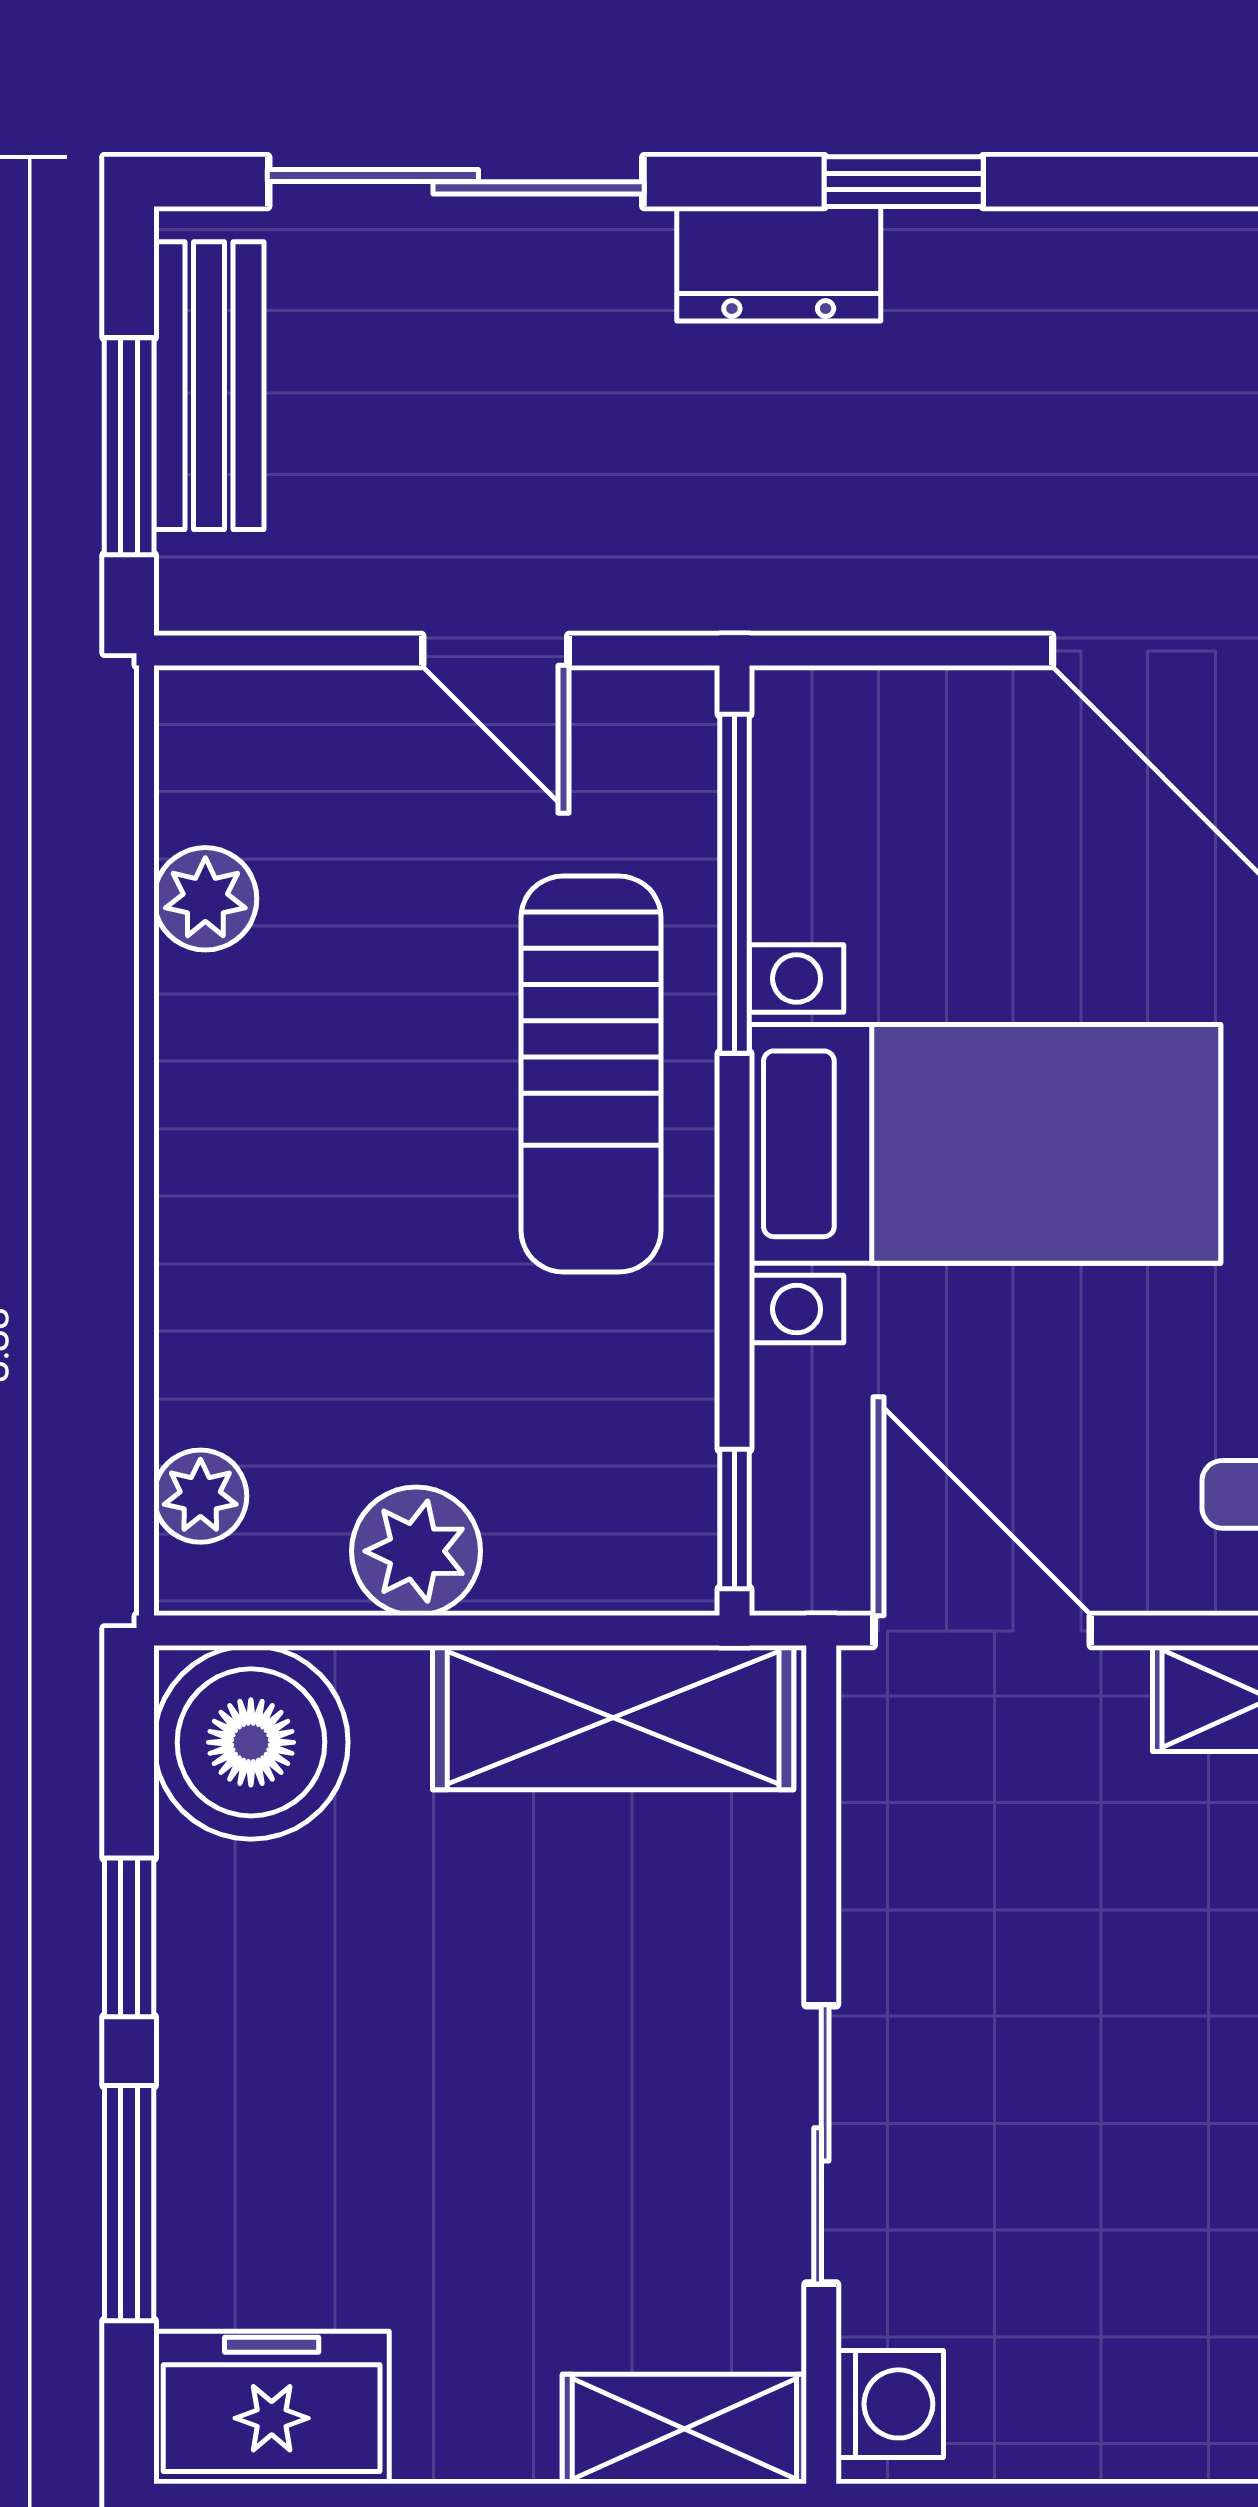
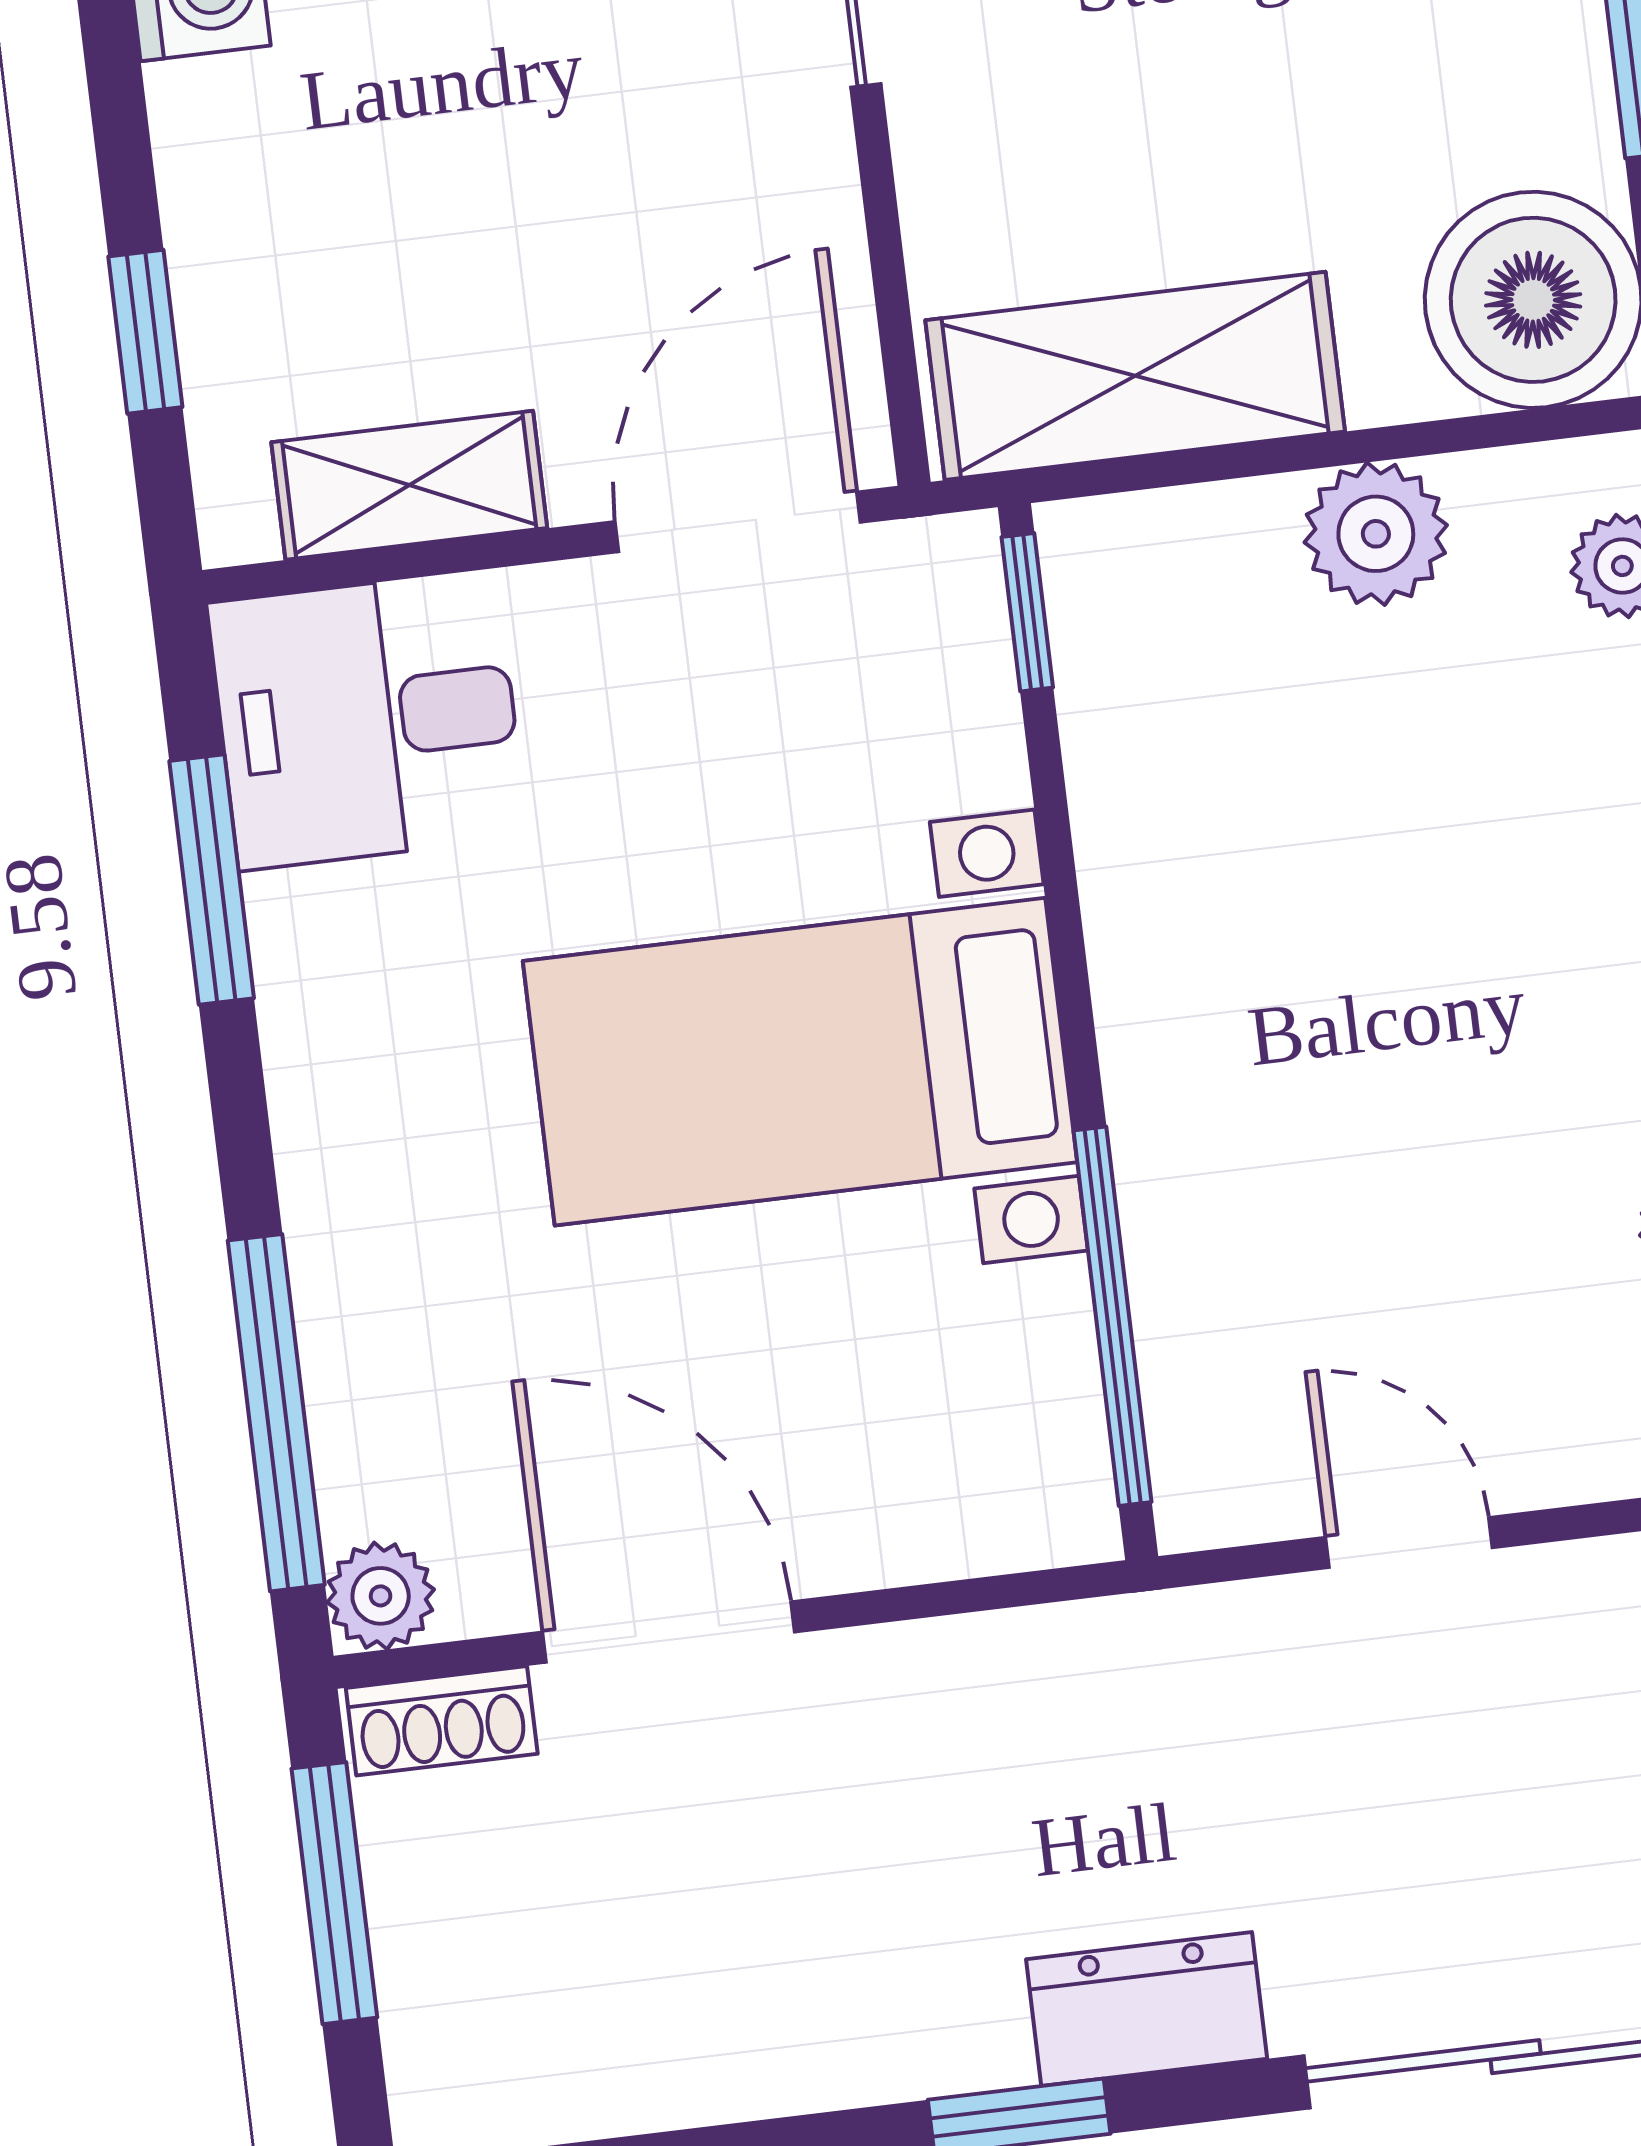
sun lounger: (591, 1074) -> (1246, 1086), removed
door: (982, 1631) -> (738, 522), swing flipped

